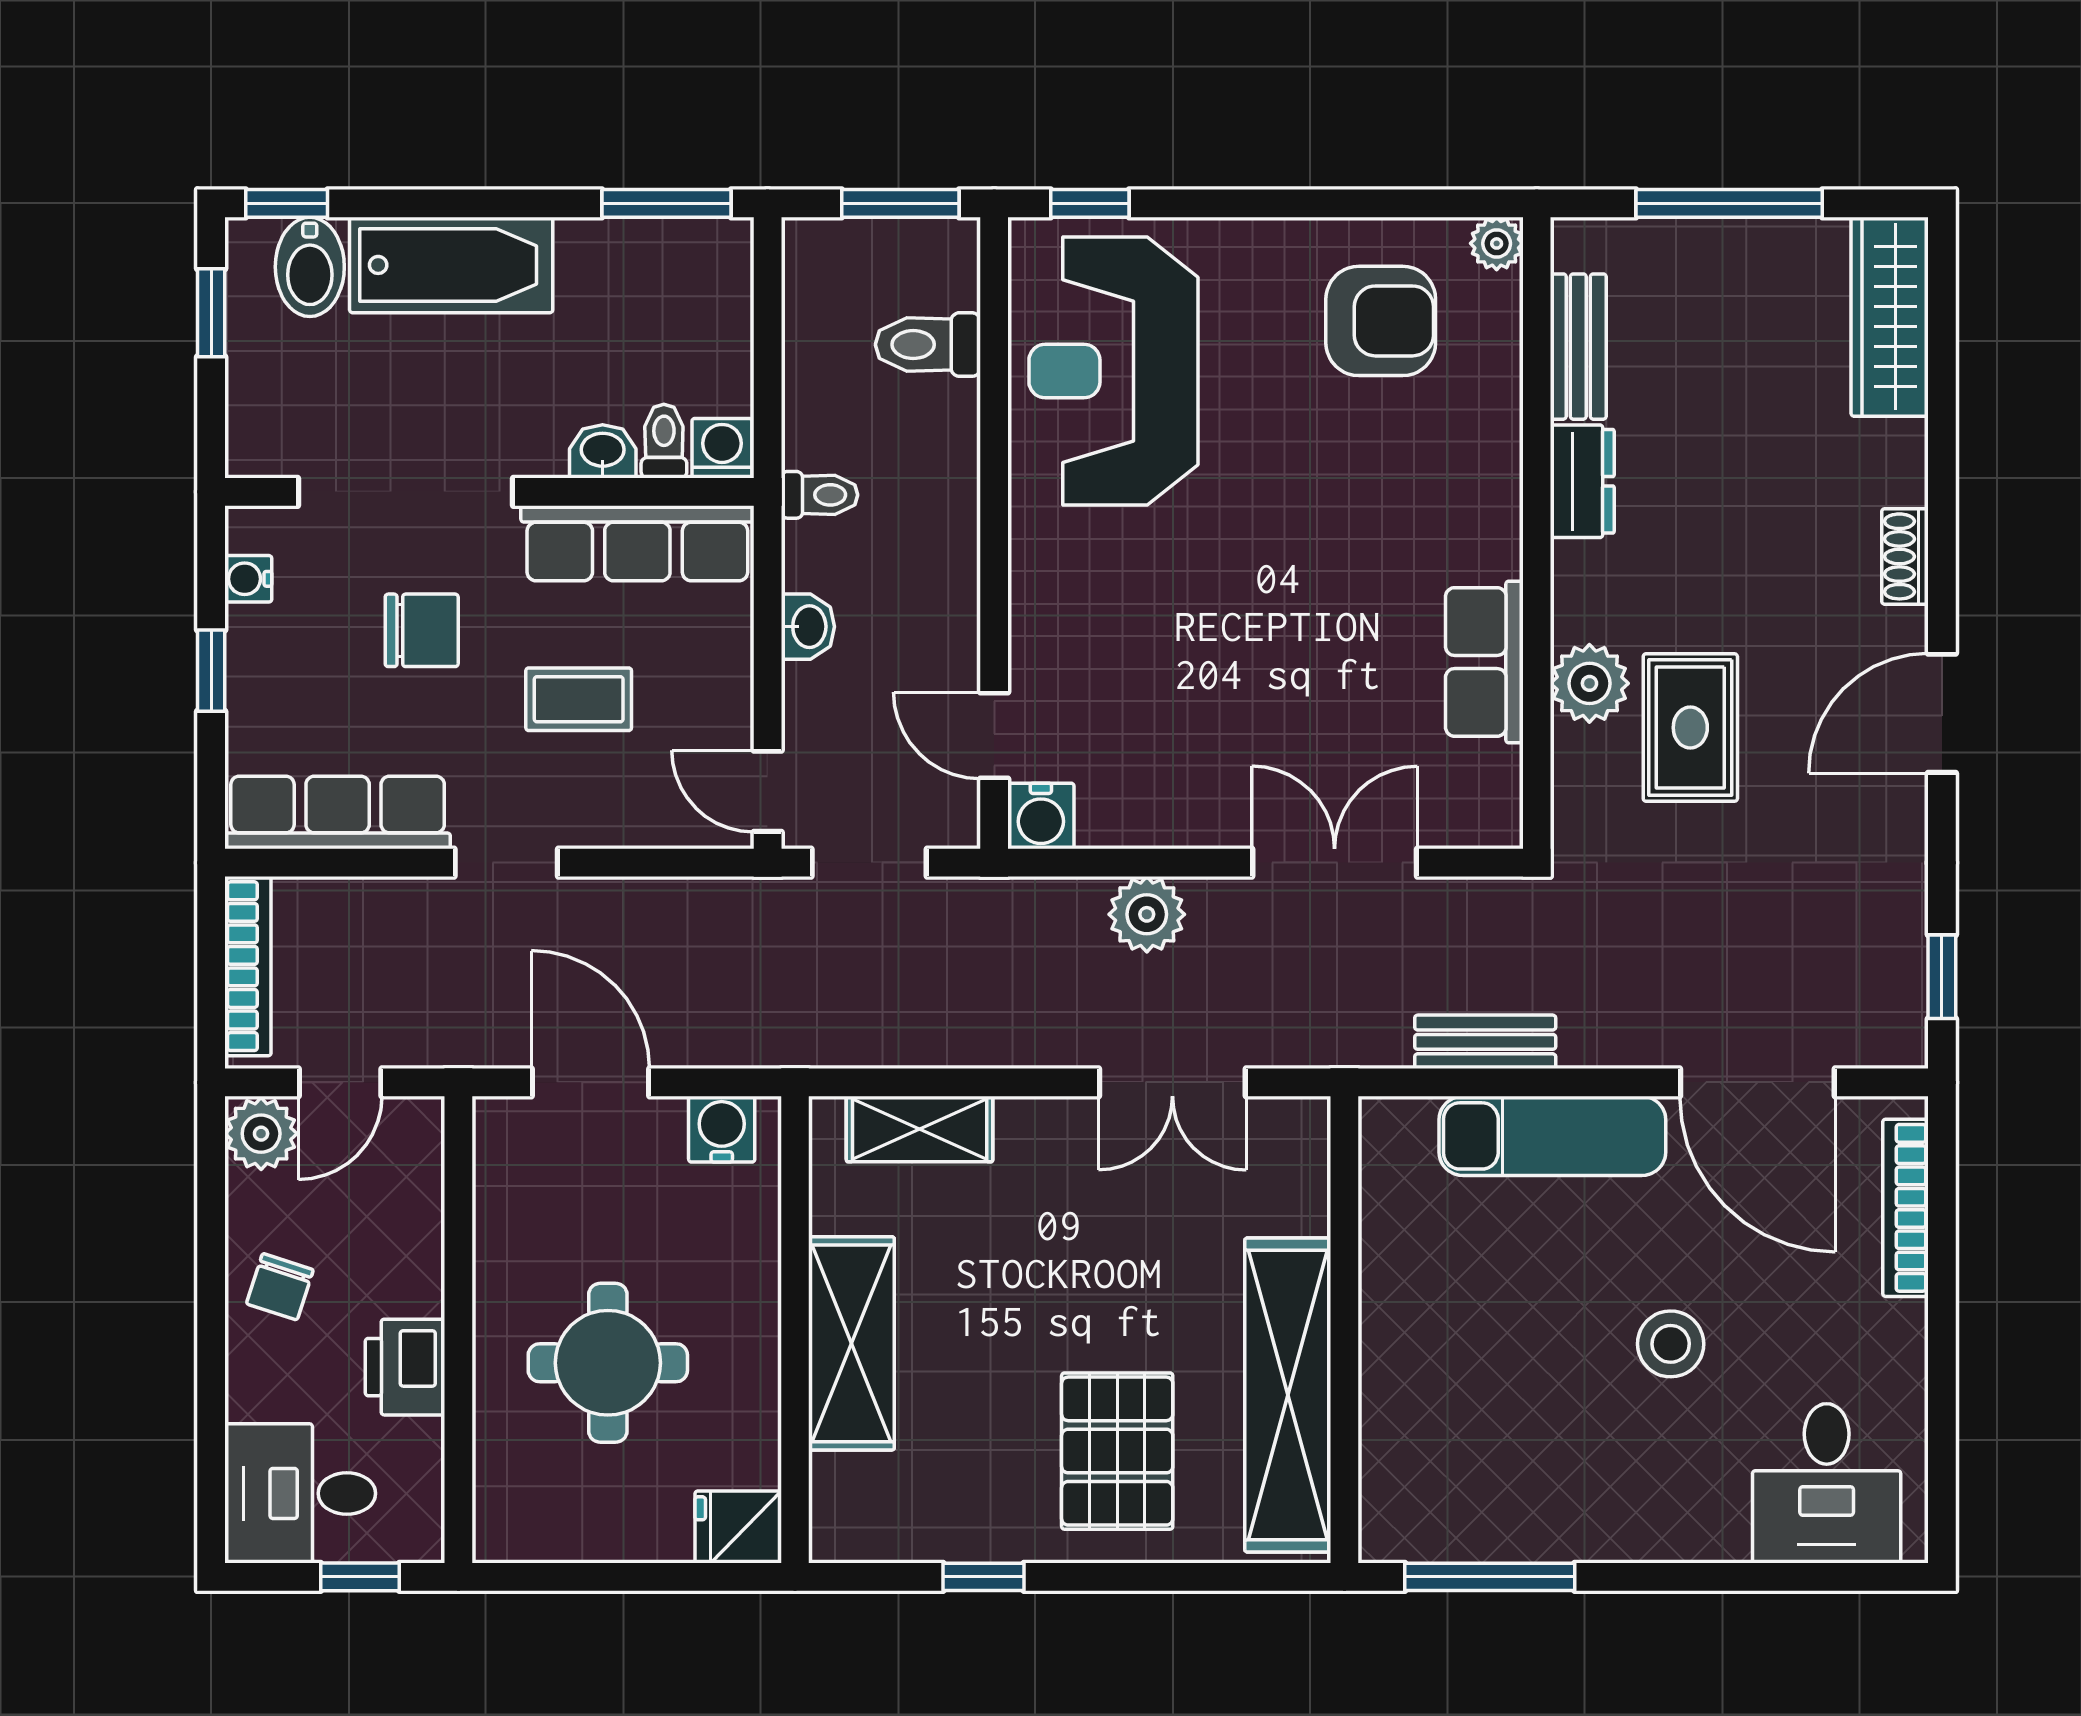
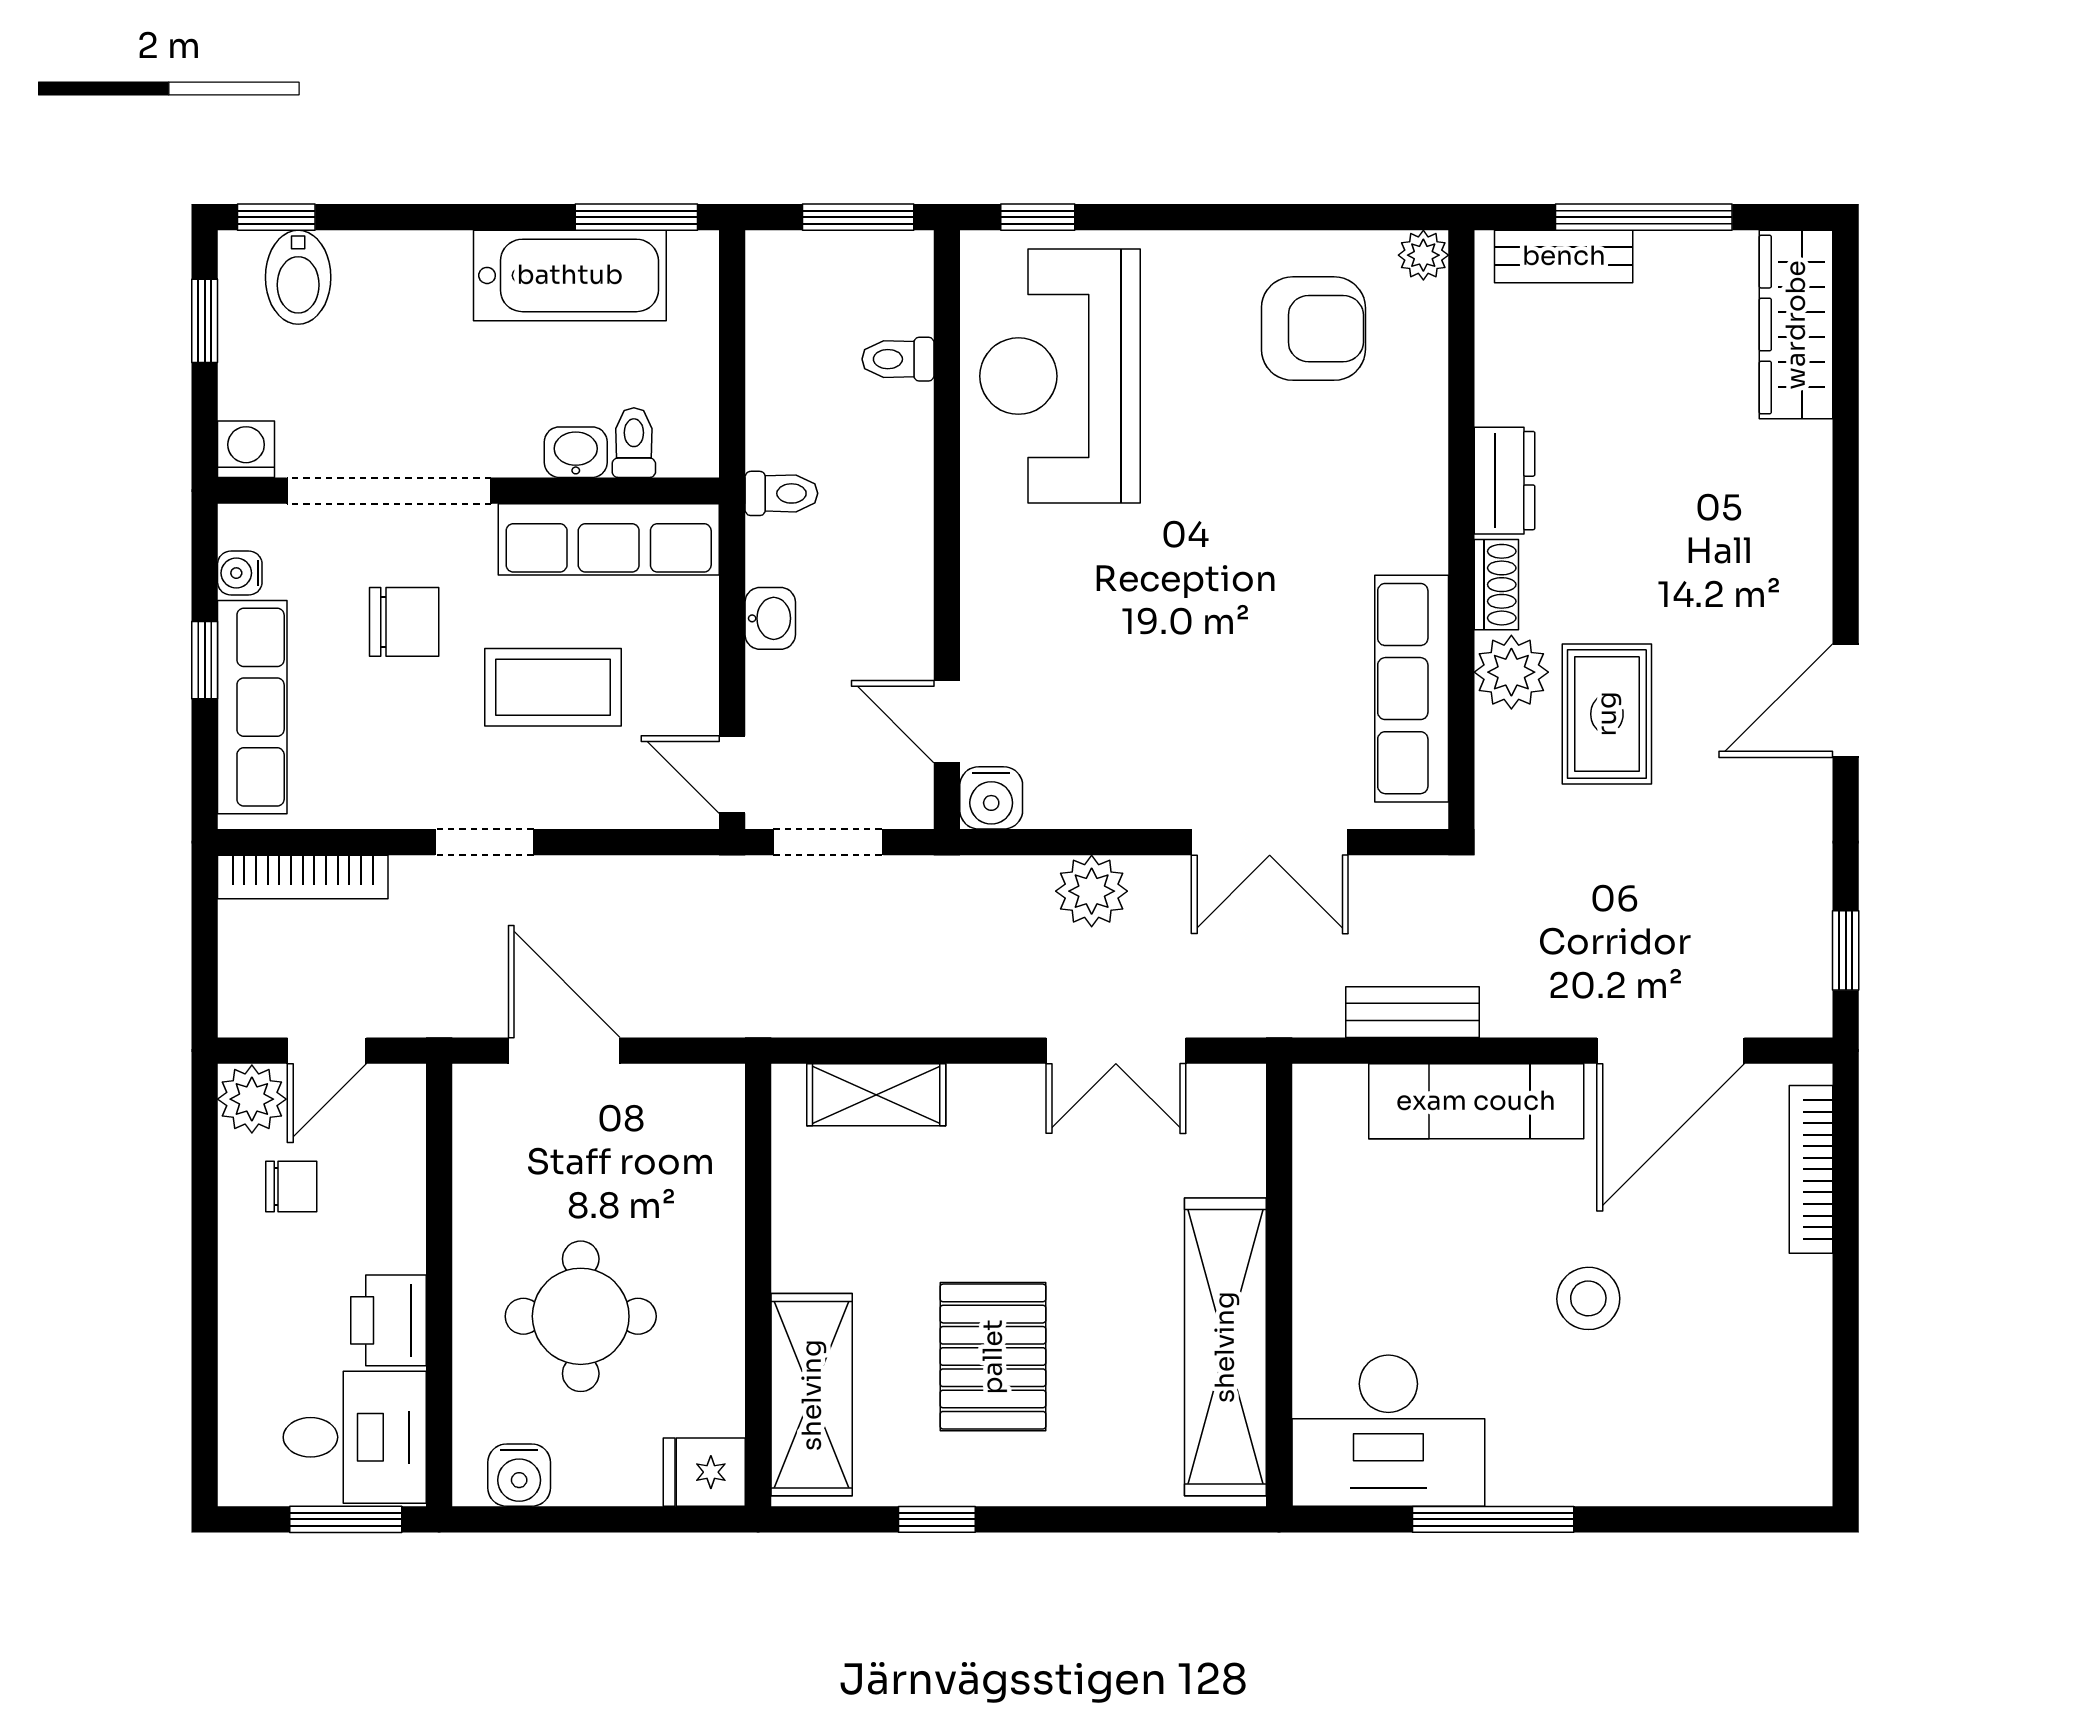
bathtub: (451, 265) -> (570, 275), moved
toilet: (928, 345) -> (898, 359), width x0.73, depth x0.72
bench: (1578, 347) -> (1564, 256), moved, turned 90
washing machine: (722, 448) -> (246, 449), moved
shoe rack: (1905, 556) -> (1496, 585), moved, turned 180
row of seats: (1484, 662) -> (1412, 689), width x1.48
coffee table: (579, 699) -> (553, 687), width x1.36, depth x1.30
row of seats: (338, 813) -> (252, 707), moved, turned 90
double door: (1335, 863) -> (1270, 842), swing flipped
bookcase: (248, 966) -> (303, 877), moved, turned 90
door: (1757, 1082) -> (1671, 1051), hinge flipped
water cooler: (722, 1129) -> (519, 1475), moved, turned 180
chair: (280, 1287) -> (291, 1186), moved, turned -108
shelving: (851, 1343) -> (812, 1395), moved
pallet: (1117, 1451) -> (993, 1357), moved
desk: (1827, 1483) -> (1388, 1431), moved, width x1.37
desk: (300, 1493) -> (355, 1437), moved, turned 180
window: (360, 1577) -> (346, 1519), width x1.50
window: (1490, 1577) -> (1493, 1519), moved

